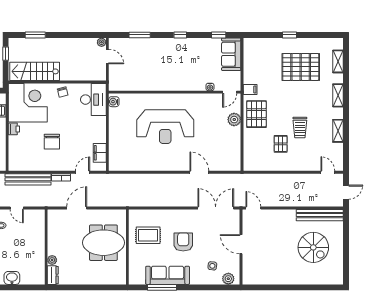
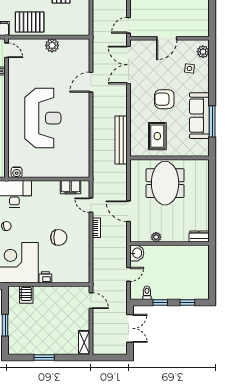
plant: (234, 120) -> (52, 45), moved
bench: (28, 179) -> (121, 140), moved
plant: (52, 260) -> (156, 237), moved
washbasin: (12, 278) -> (137, 253), moved, turned 180

